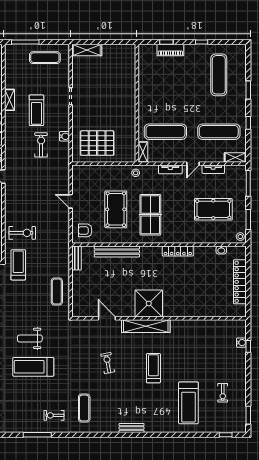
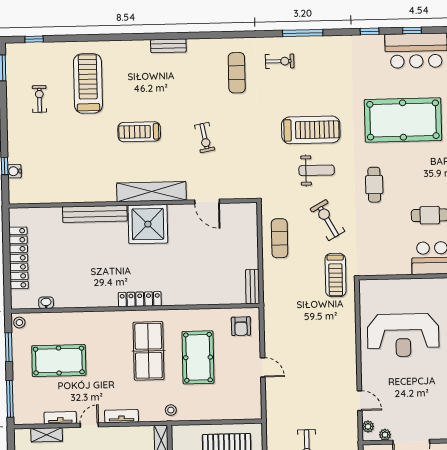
shelving: (235, 158) -> (47, 435), moved
armchair: (85, 230) -> (241, 326), turned 90
exercise bike: (22, 233) -> (327, 220), moved, turned 61
locker: (178, 251) -> (140, 299), moved
bench: (117, 252) -> (95, 214), moved
treadmill: (153, 368) -> (139, 132), turned 90

